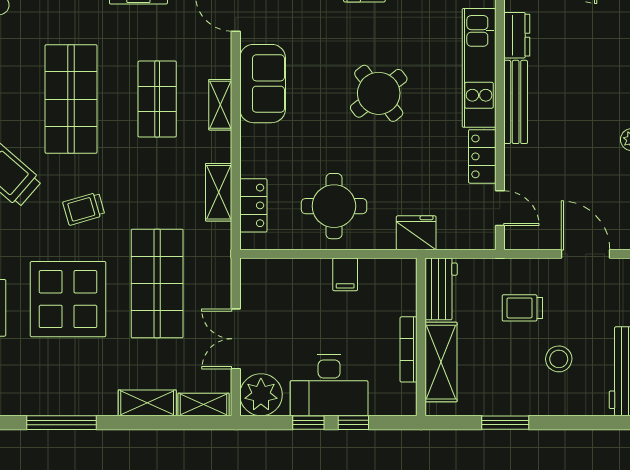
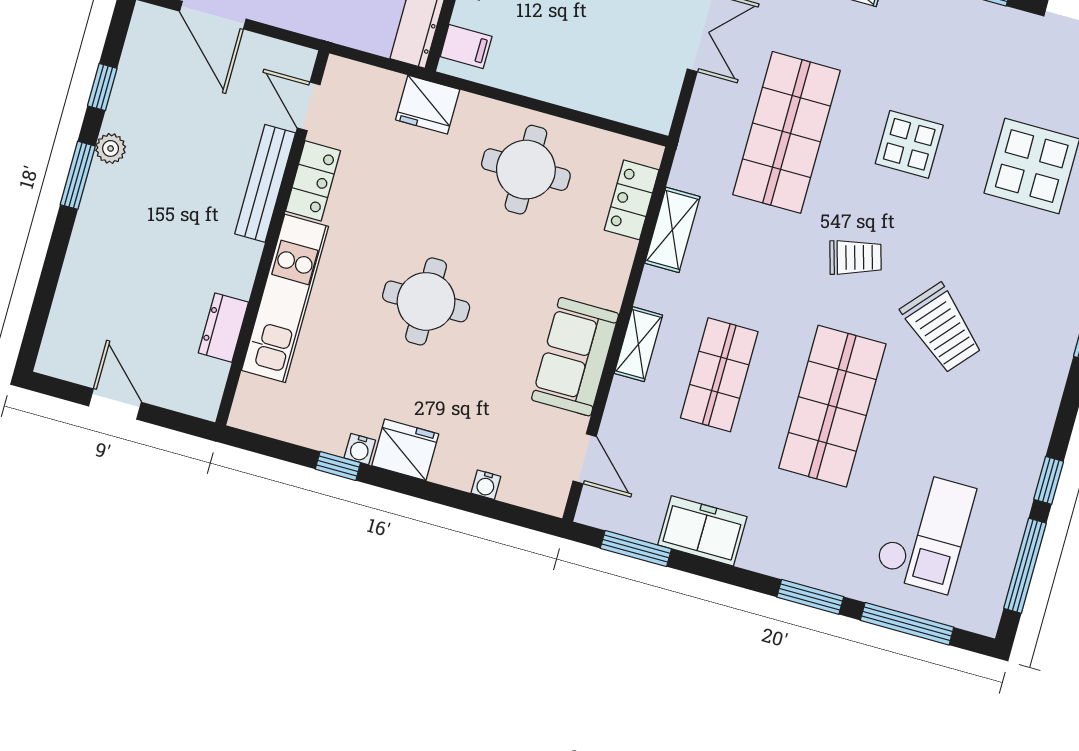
round table: (379, 93) -> (426, 301), turned 38
bench: (516, 102) -> (265, 183), moved
filing cabinet: (345, 274) -> (466, 46), moved, turned 90
display table: (68, 299) -> (909, 144), width x0.54, depth x0.54

